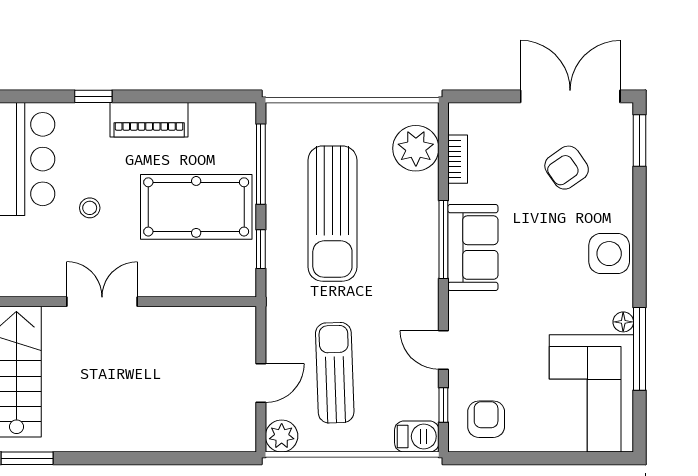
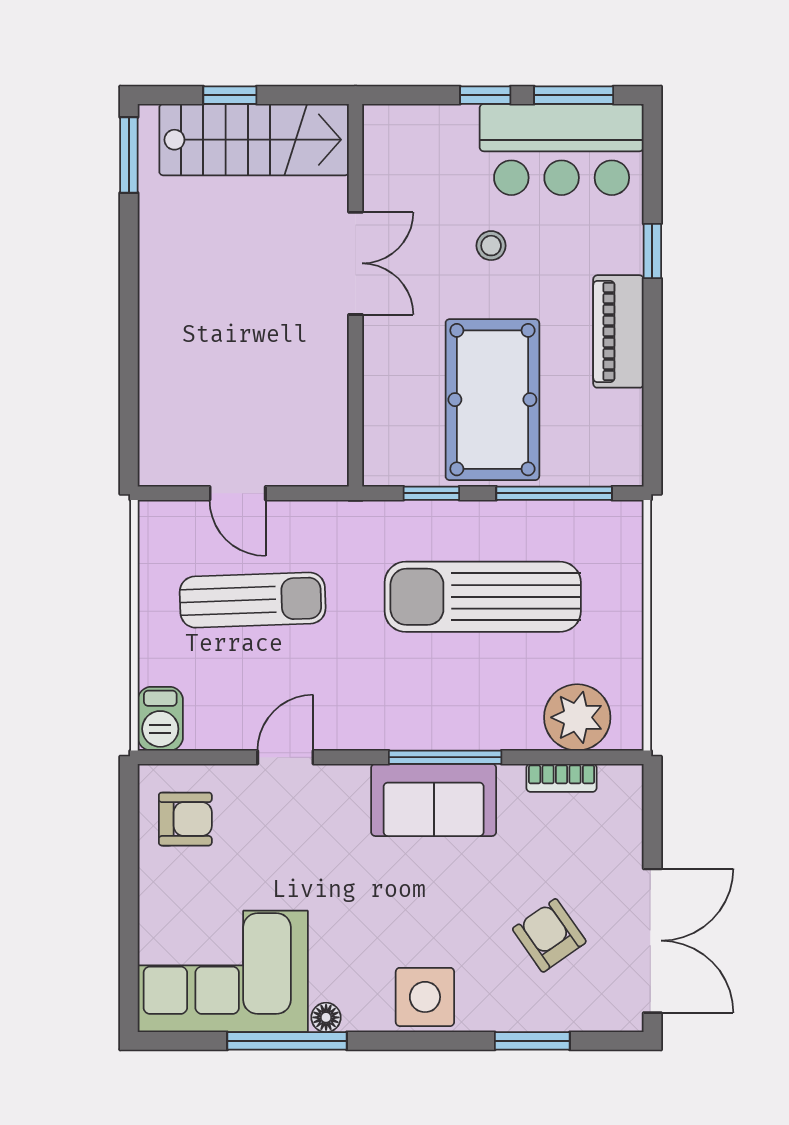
window: (639, 140) -> (532, 1041), moved
window: (443, 405) -> (206, 757), removed
plant: (282, 436) -> (161, 523), removed

